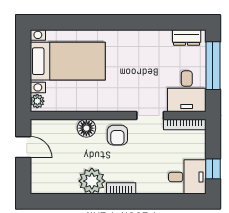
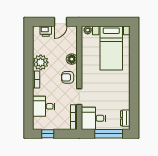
printer: (39, 172) -> (46, 31), added
desk: (187, 177) -> (44, 106), moved, turned 90

